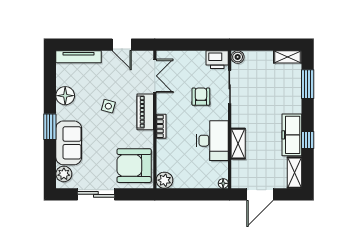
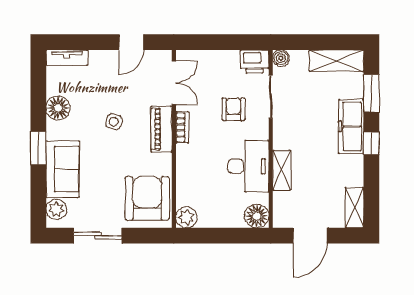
door: (122, 45) -> (131, 42), hinge flipped
tv unit: (79, 57) -> (67, 58), width x0.71
shelving: (288, 57) -> (336, 61), width x1.50, depth x1.33
bookcase: (161, 126) -> (182, 127), moved
freezer: (292, 135) -> (351, 126), moved
window: (308, 140) -> (371, 143), moved
armchair: (134, 166) -> (147, 198), turned 90
floor lamp: (223, 183) -> (257, 216), width x1.89, depth x1.89

